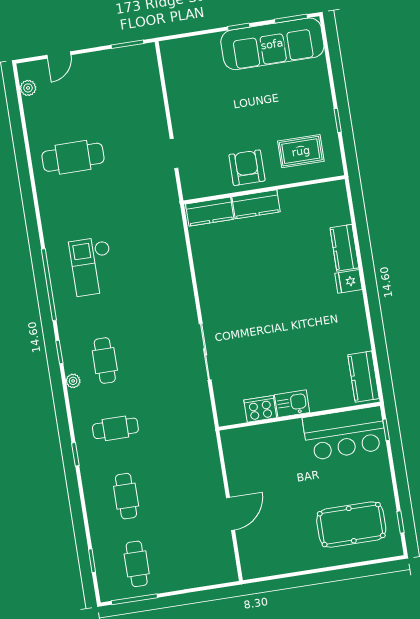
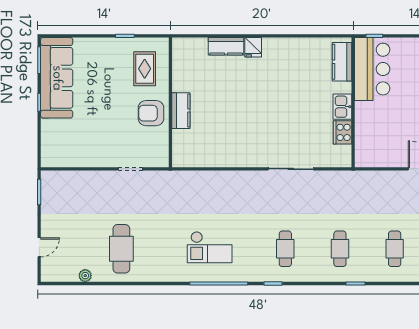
door: (59, 55) -> (39, 247), hinge flipped
plant: (28, 88) -> (85, 276), moved
kitchen counter: (210, 212) -> (181, 148), removed
cafe table: (105, 361) -> (285, 249), turned 90
kitchen counter: (364, 377) -> (342, 62), moved, turned 90
plant: (73, 381) -> (297, 276), removed
cafe table: (126, 496) -> (395, 249), turned 90

